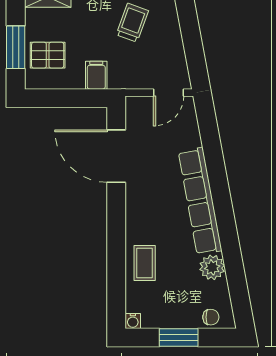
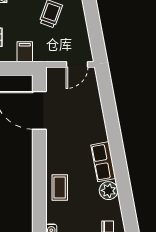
row of seats: (200, 201) -> (103, 162), width x0.50

